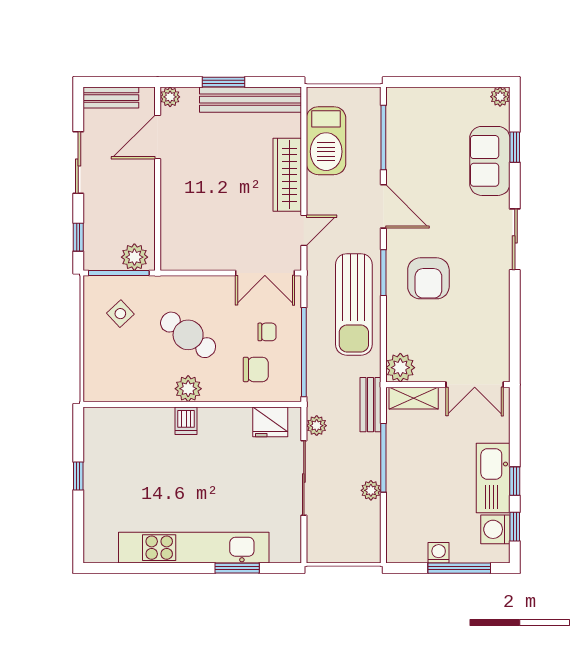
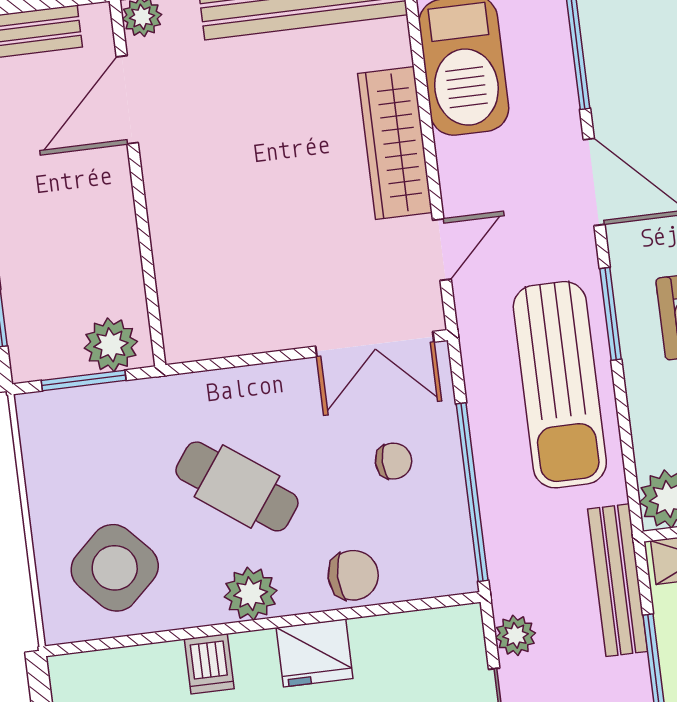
window: (119, 273) -> (84, 380), width x0.69
side table: (120, 314) -> (115, 568), moved, width x1.87, depth x1.87
chair: (256, 369) -> (353, 575), moved
bench: (370, 405) -> (618, 580), width x1.36
dishwasher: (186, 421) -> (209, 664), moved
fridge: (270, 422) -> (315, 653), moved

